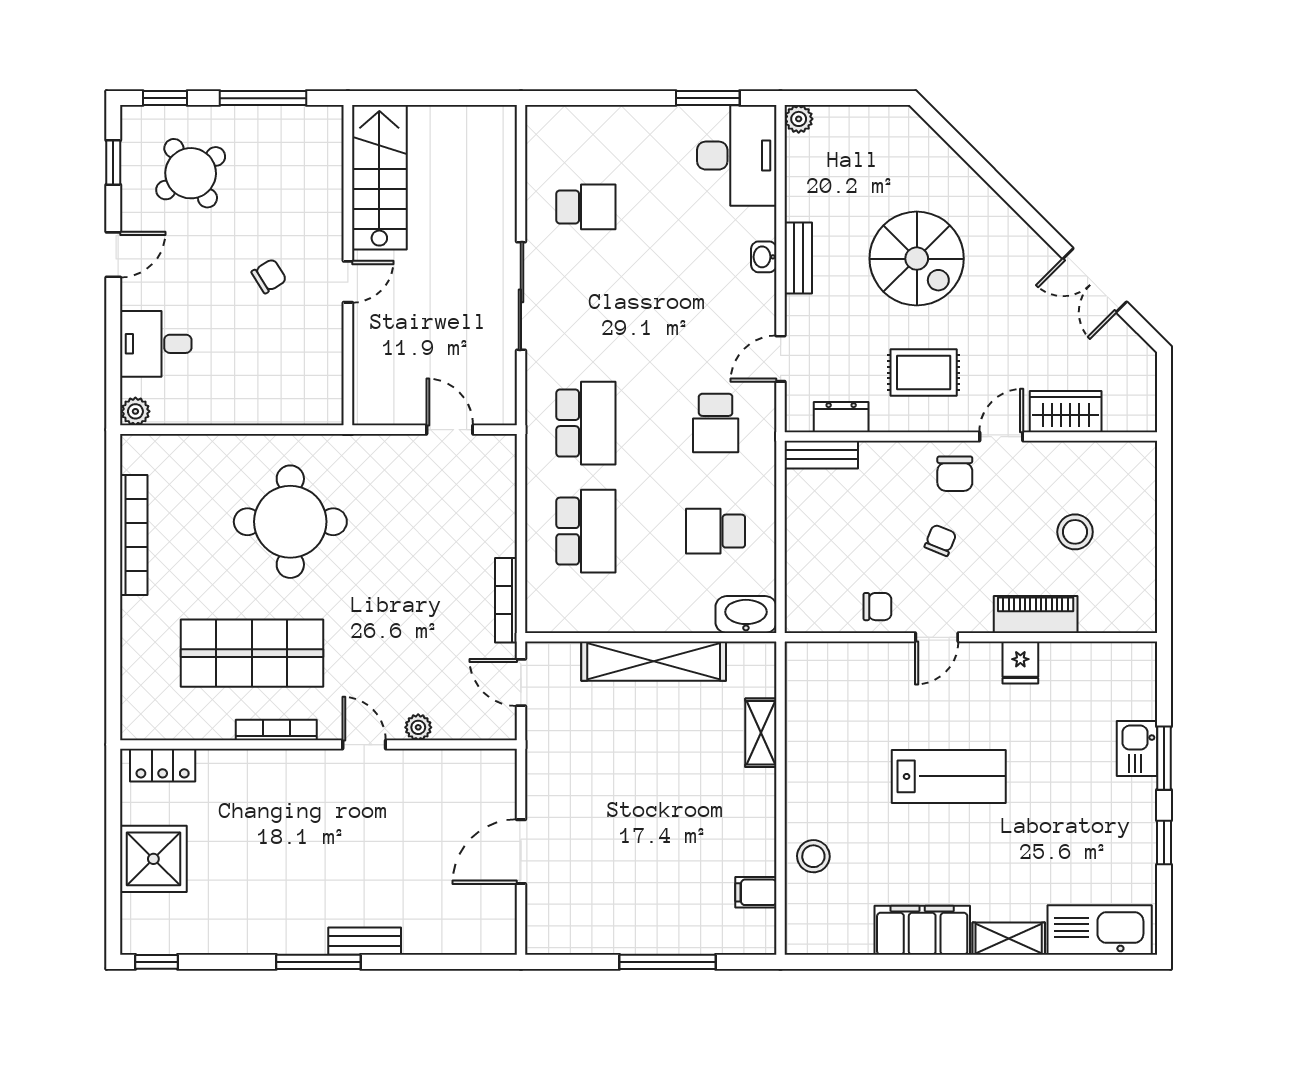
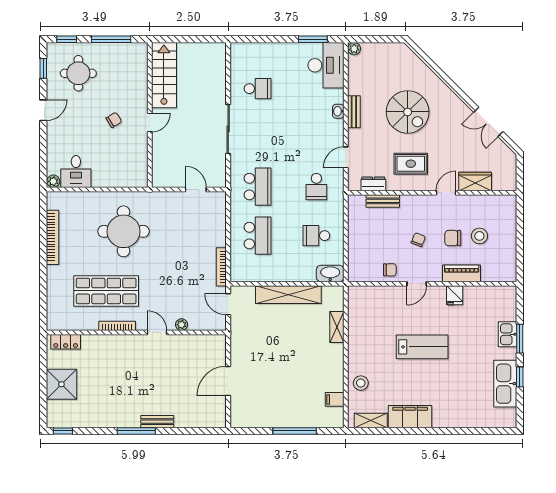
round table: (191, 173) -> (78, 73), turned 34
desk: (156, 344) -> (76, 172), moved, turned -90
bench: (821, 455) -> (383, 201), moved
chair: (955, 474) -> (453, 238), moved, turned 90
kitchen sink: (1100, 930) -> (505, 384), moved, turned -90
shelving: (1009, 939) -> (371, 420), moved

